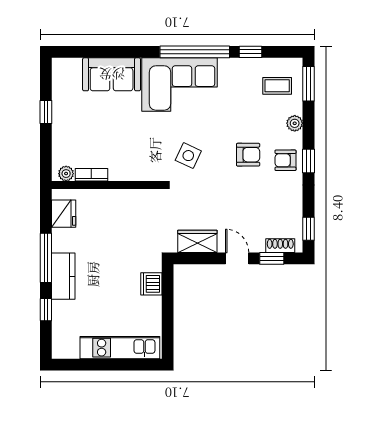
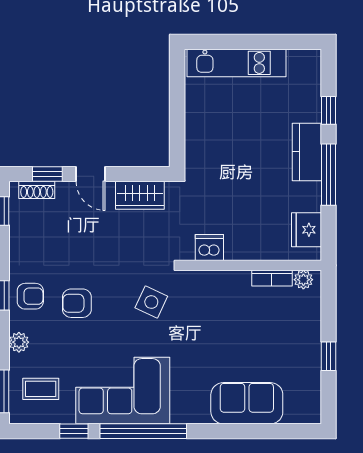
corner sofa: (180, 84) -> (123, 391), moved
dishwasher: (151, 284) -> (209, 247), moved, turned -90

